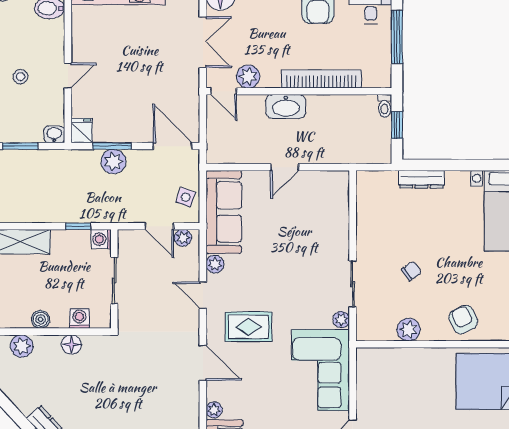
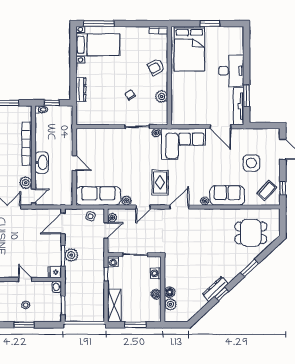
floor lamp: (71, 345) -> (170, 292), moved

